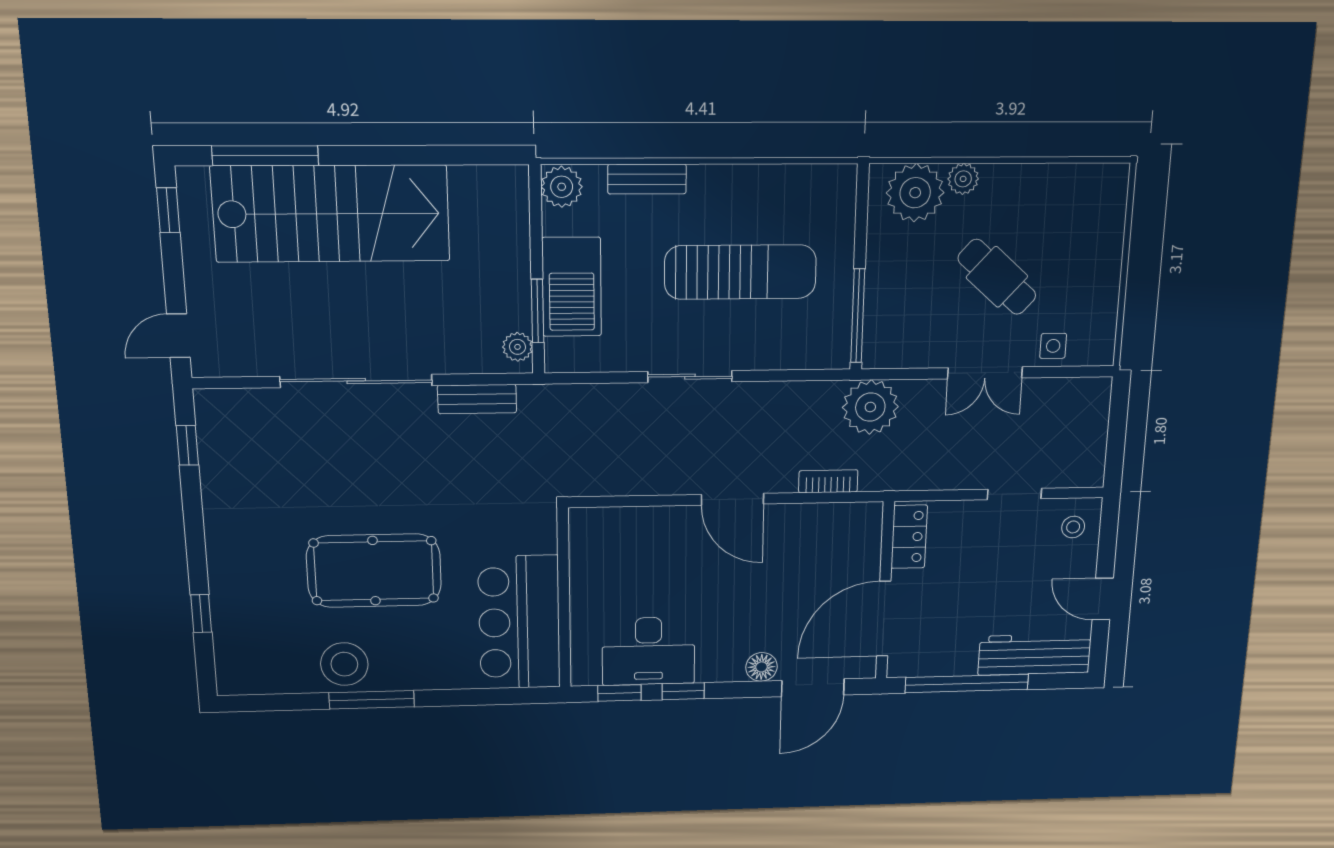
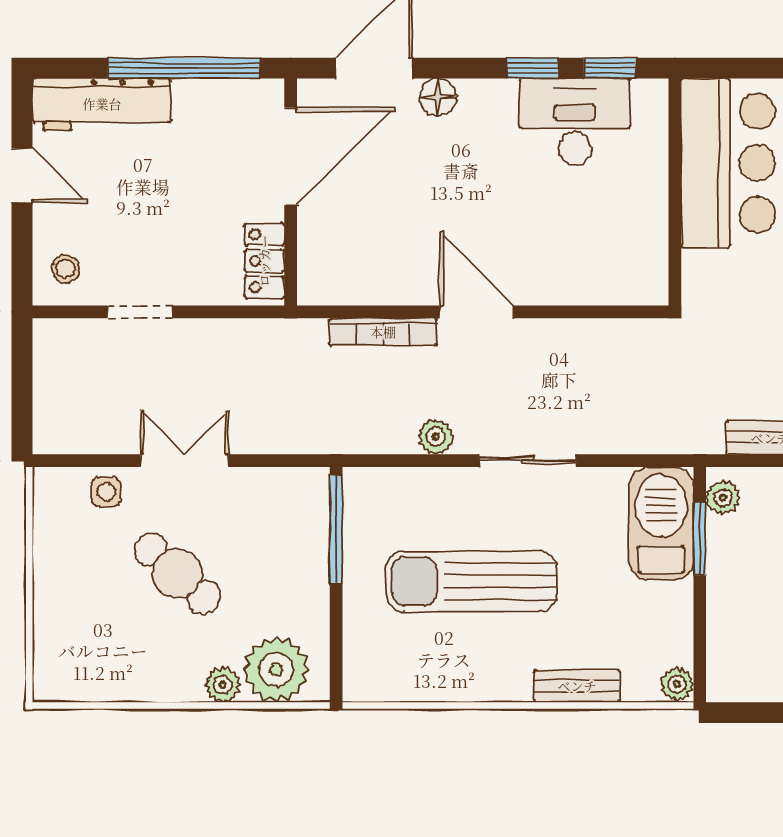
plant: (562, 187) -> (677, 684), width x0.73, depth x0.73
barbecue: (572, 287) -> (661, 524), moved
plant: (870, 407) -> (436, 437), moved, width x0.53, depth x0.53
bookcase: (828, 481) -> (383, 332), width x1.56

